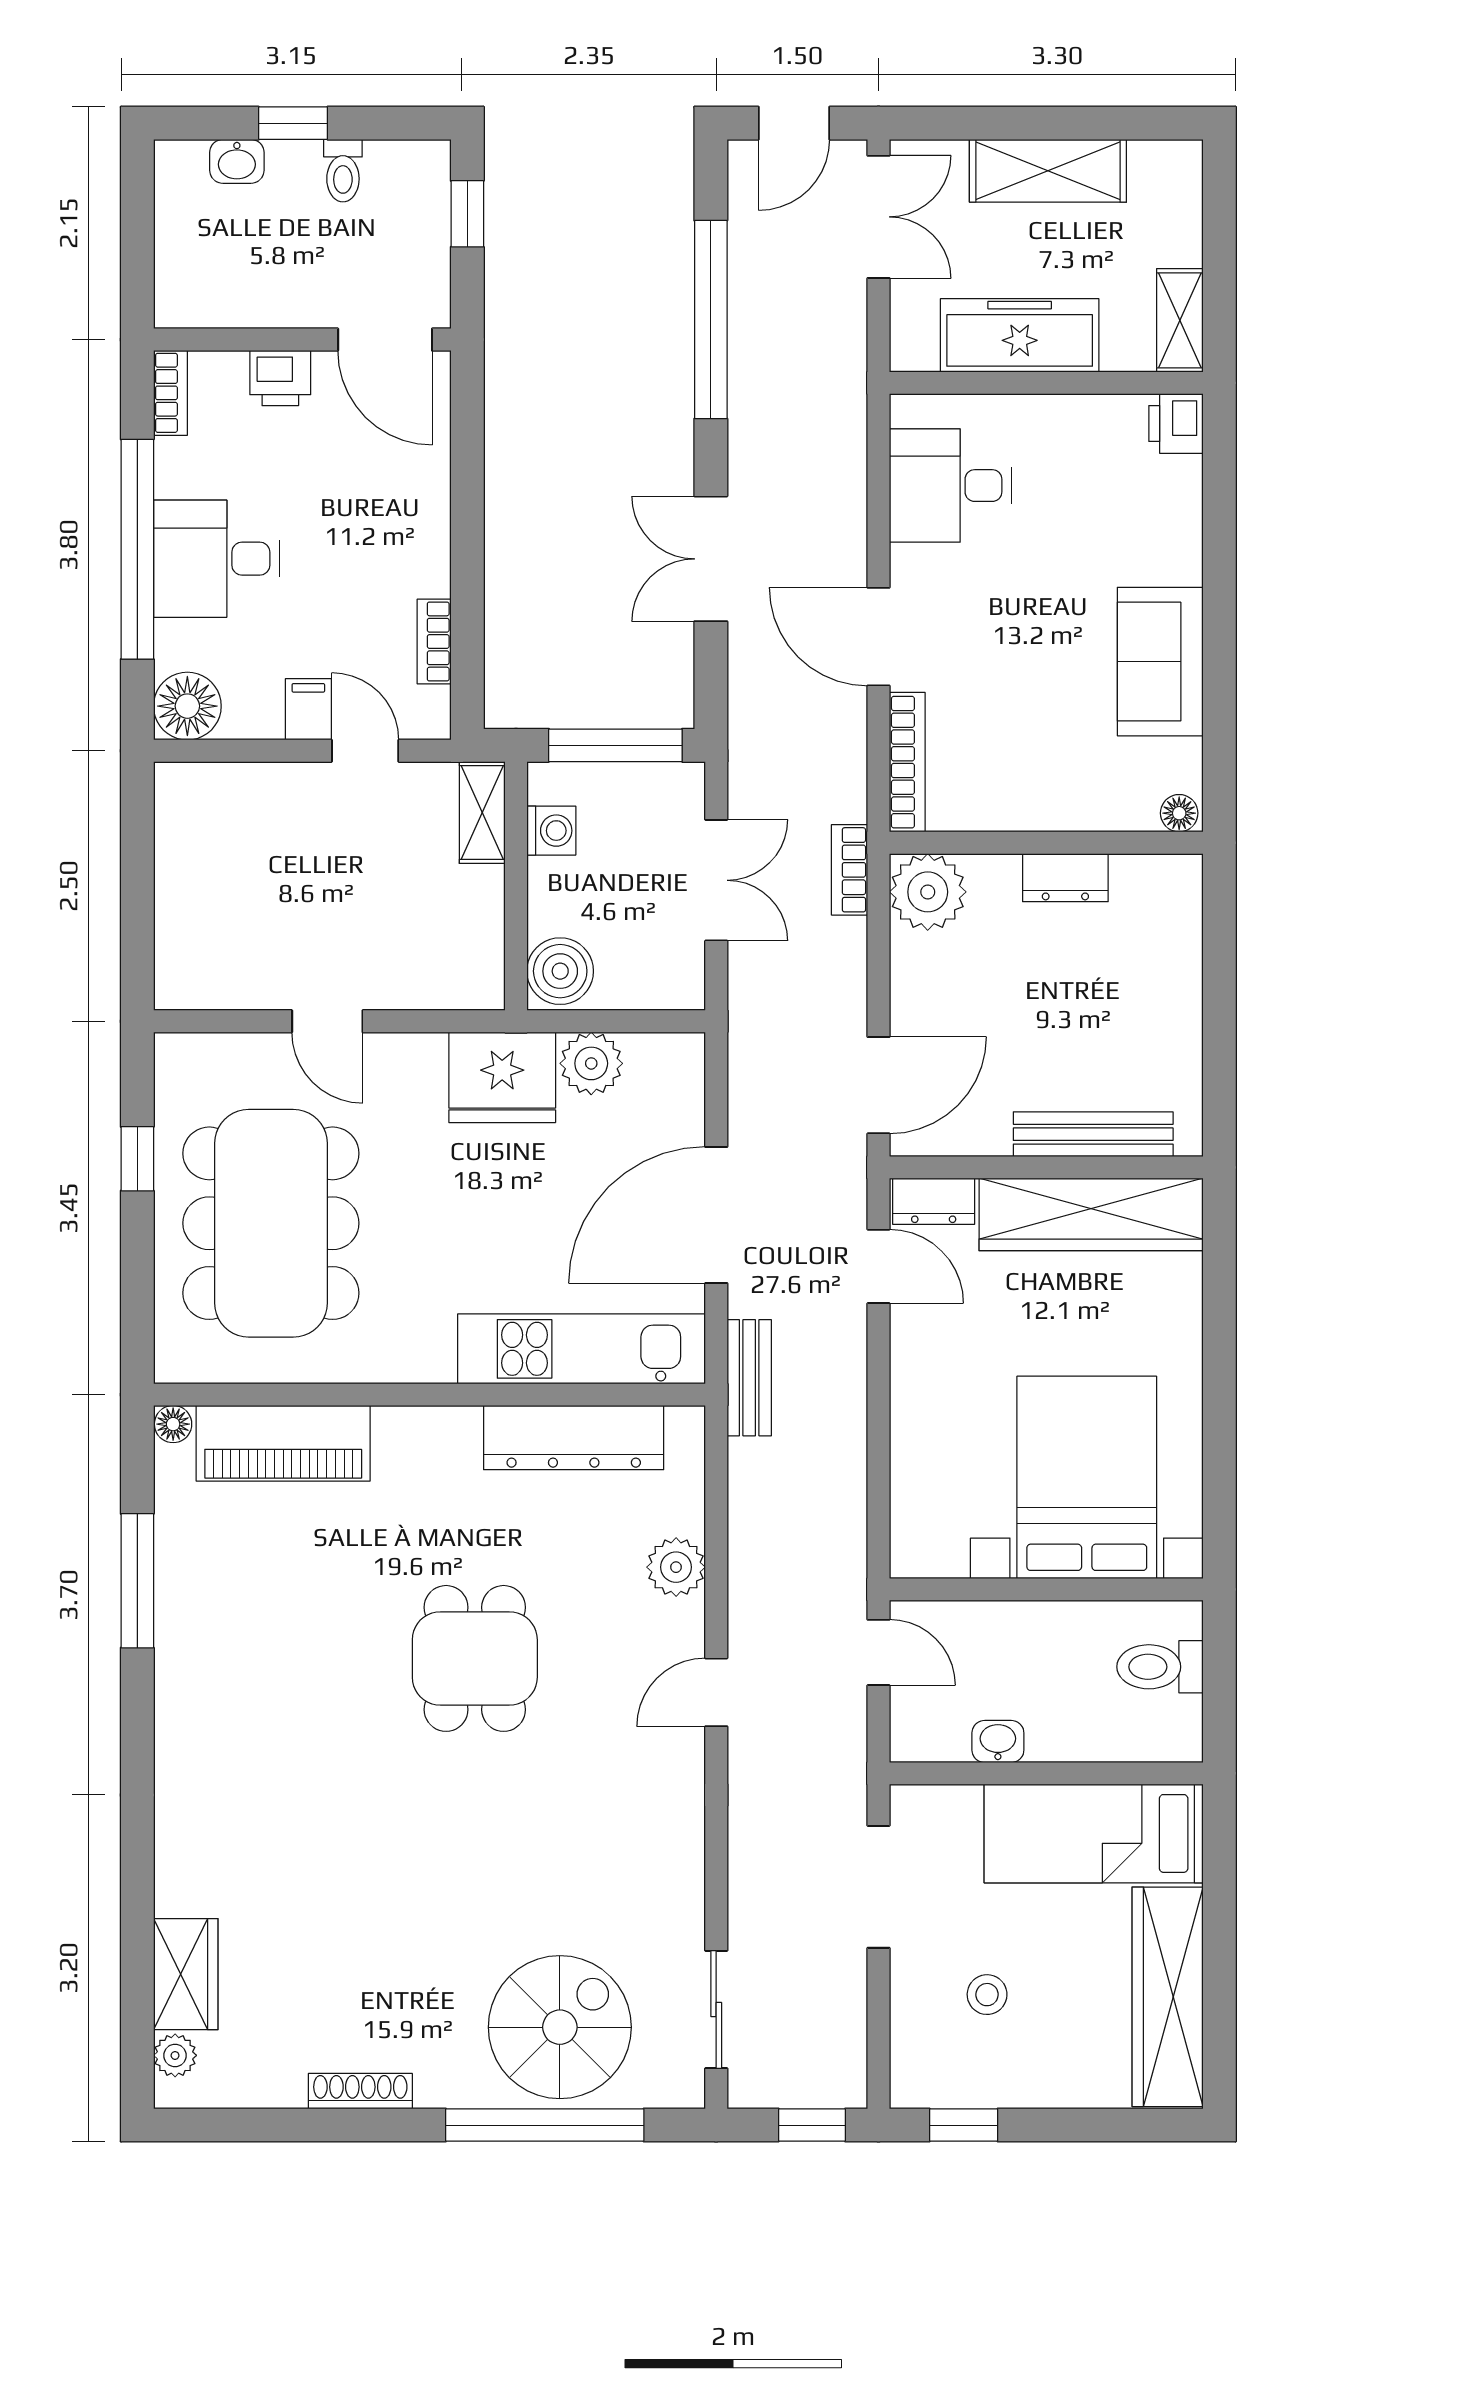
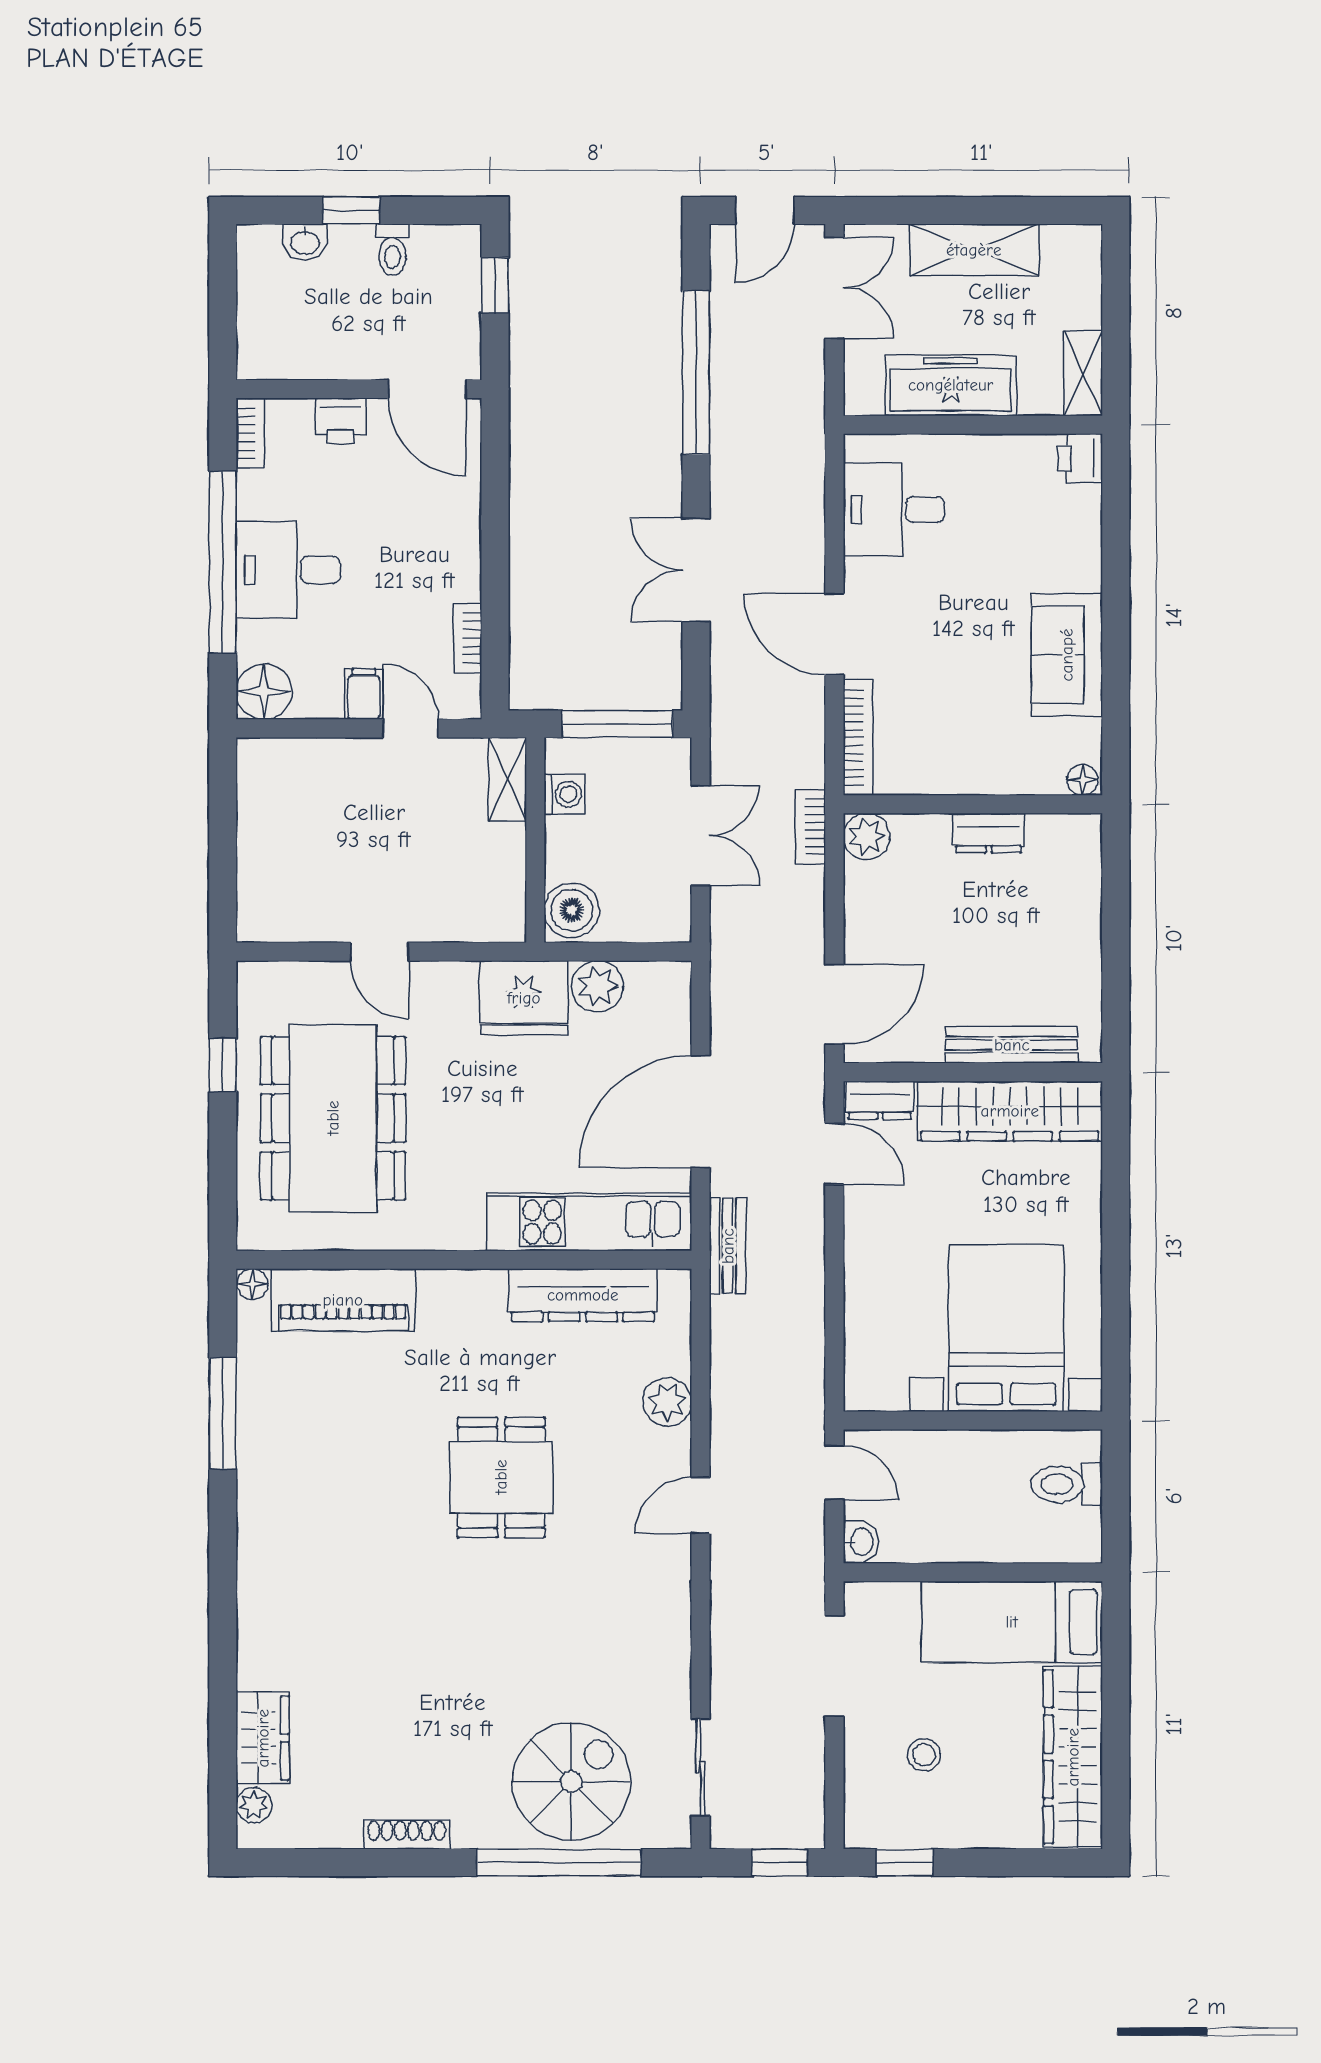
plant: (928, 892) -> (867, 836), width x0.73, depth x0.73
washbasin: (998, 1741) -> (861, 1542), moved, turned 90

